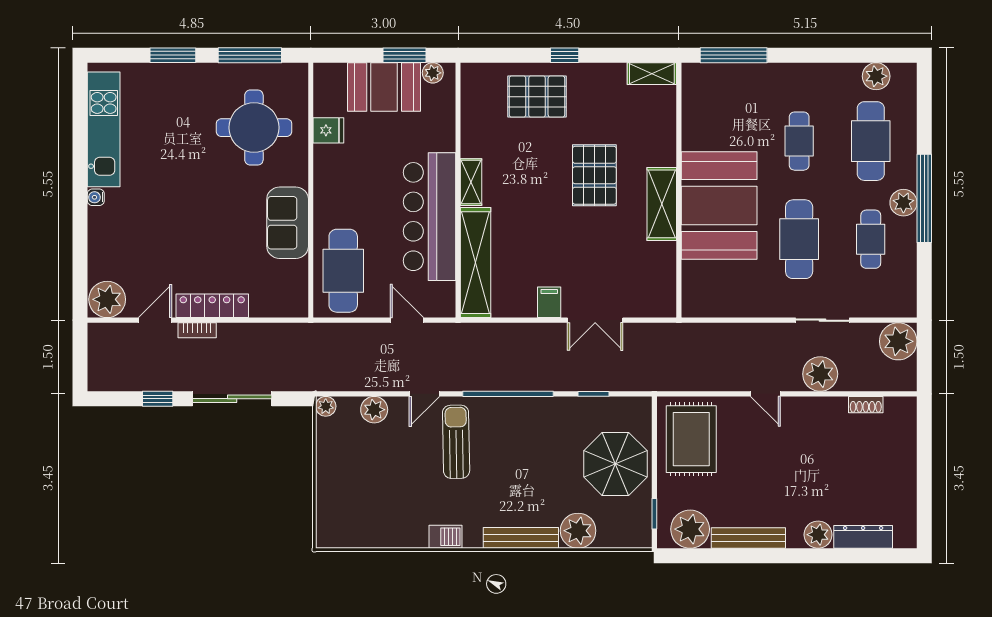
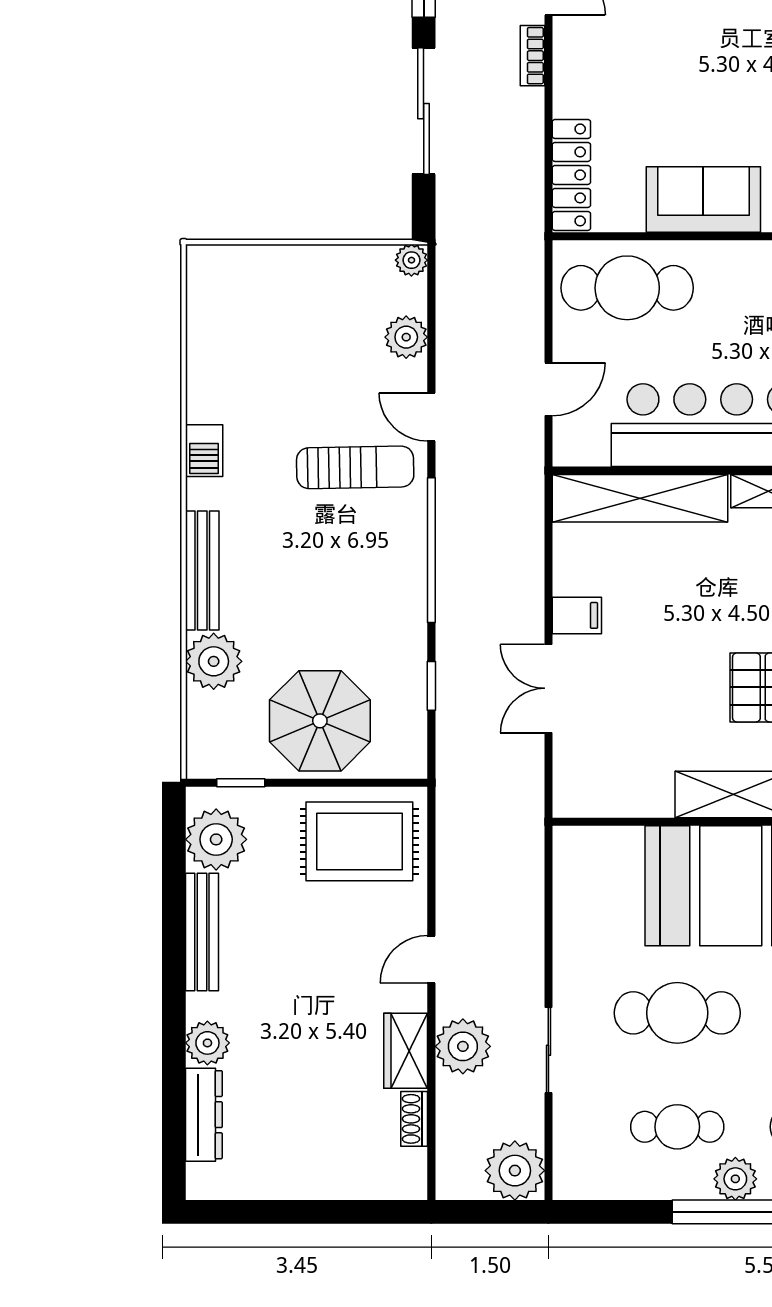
locker: (212, 306) -> (571, 175), moved
wardrobe: (823, 410) -> (406, 1051), added

